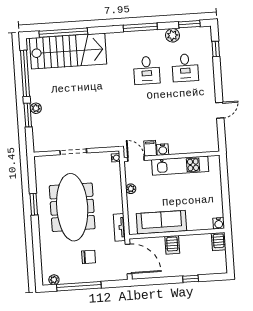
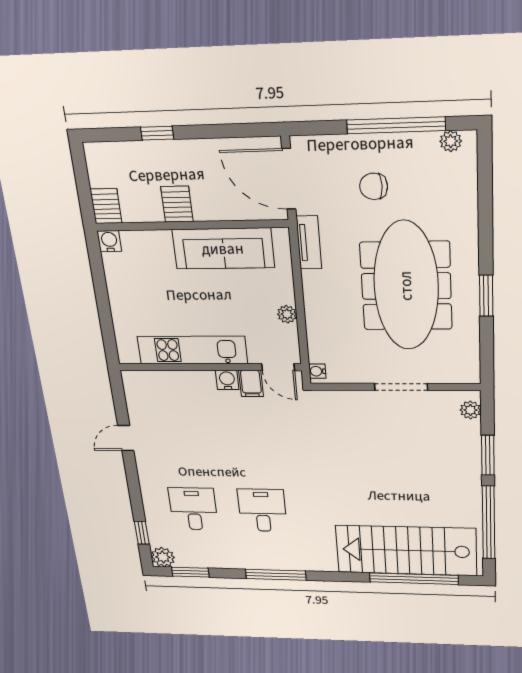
plant: (173, 35) -> (163, 557), moved
plant: (36, 108) -> (470, 410), moved
server rack: (172, 245) -> (177, 204), moved

